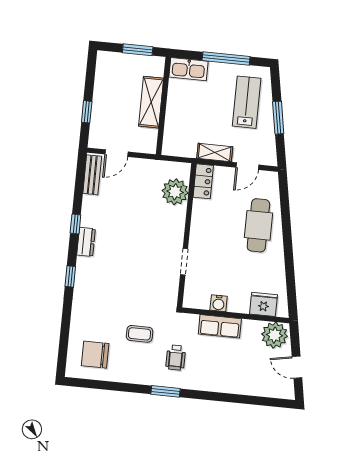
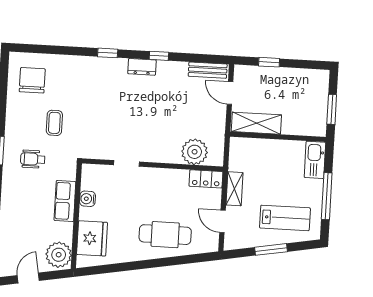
shelving: (151, 102) -> (256, 123), moved
fridge: (264, 304) -> (92, 238), width x1.36, depth x1.34

